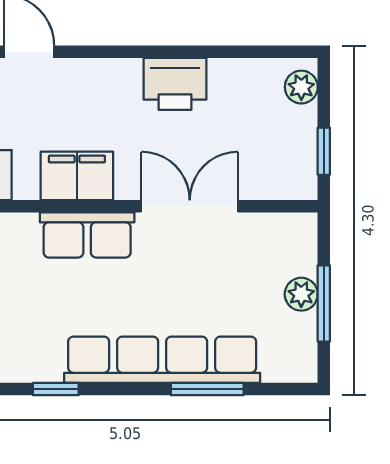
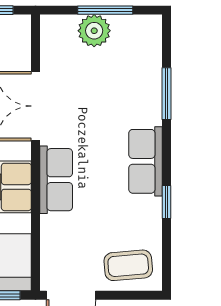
plant: (301, 294) -> (94, 31), width x1.38, depth x1.38
row of seats: (162, 360) -> (146, 161), width x0.50

